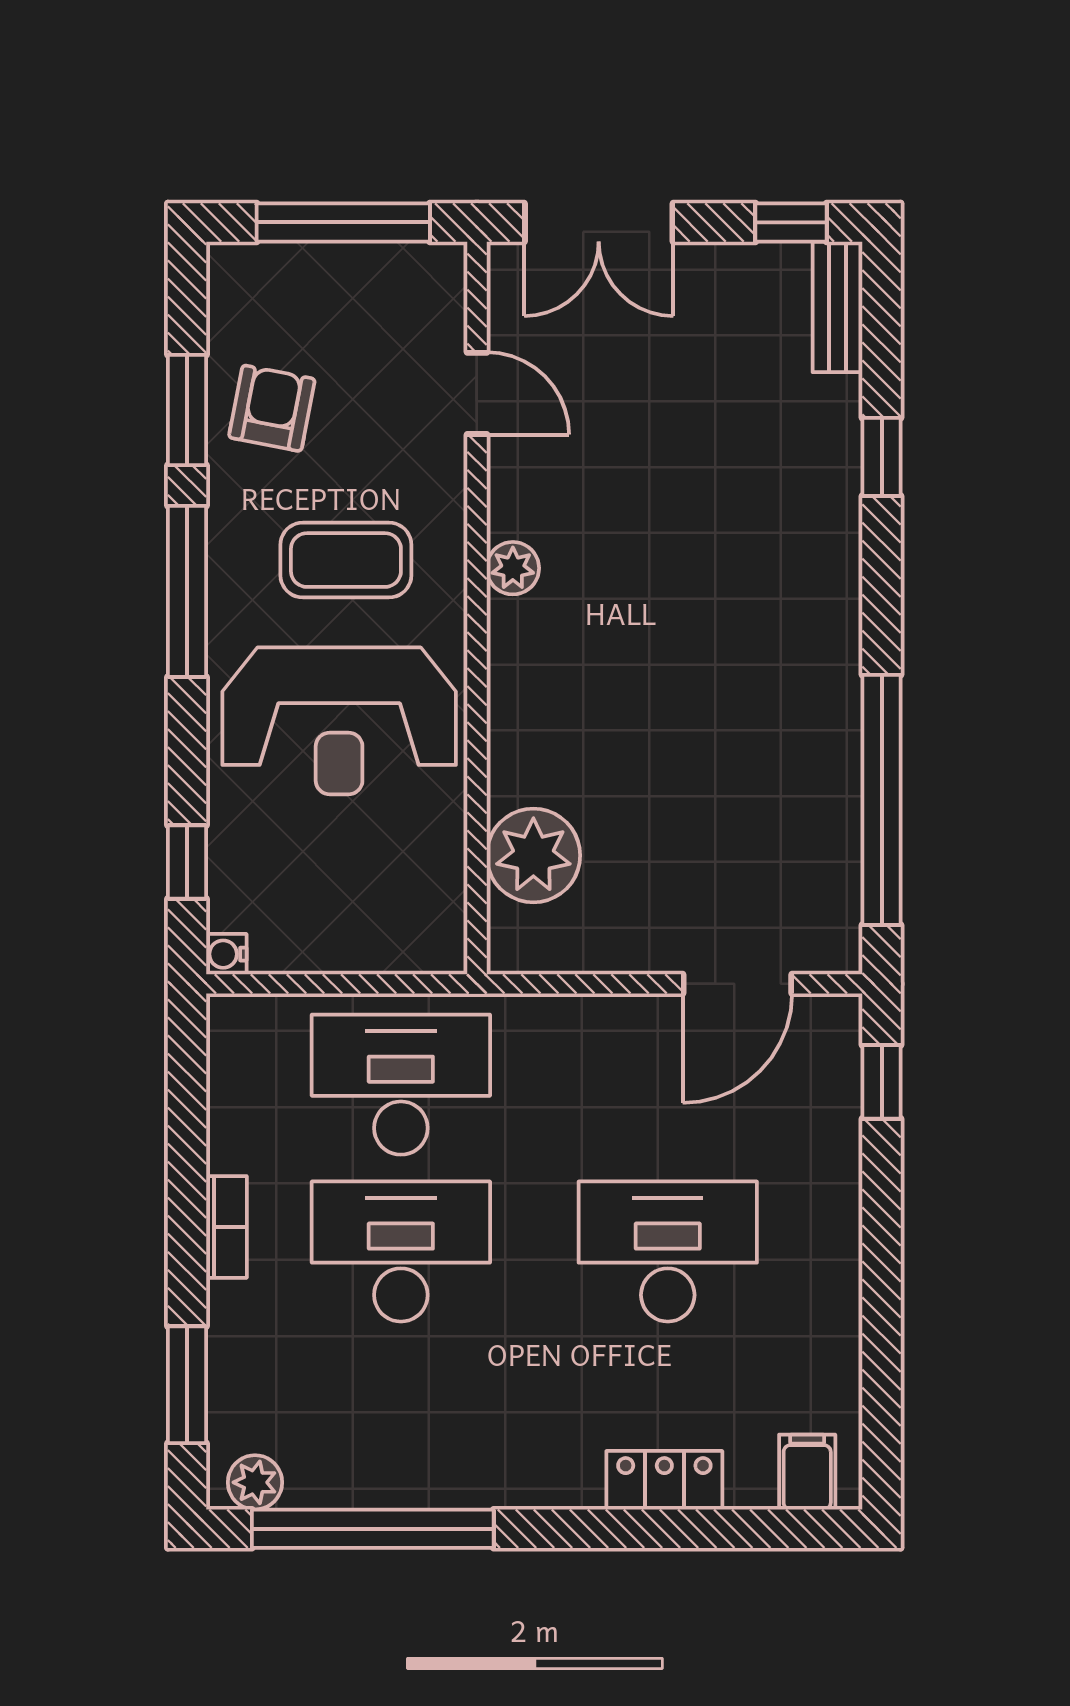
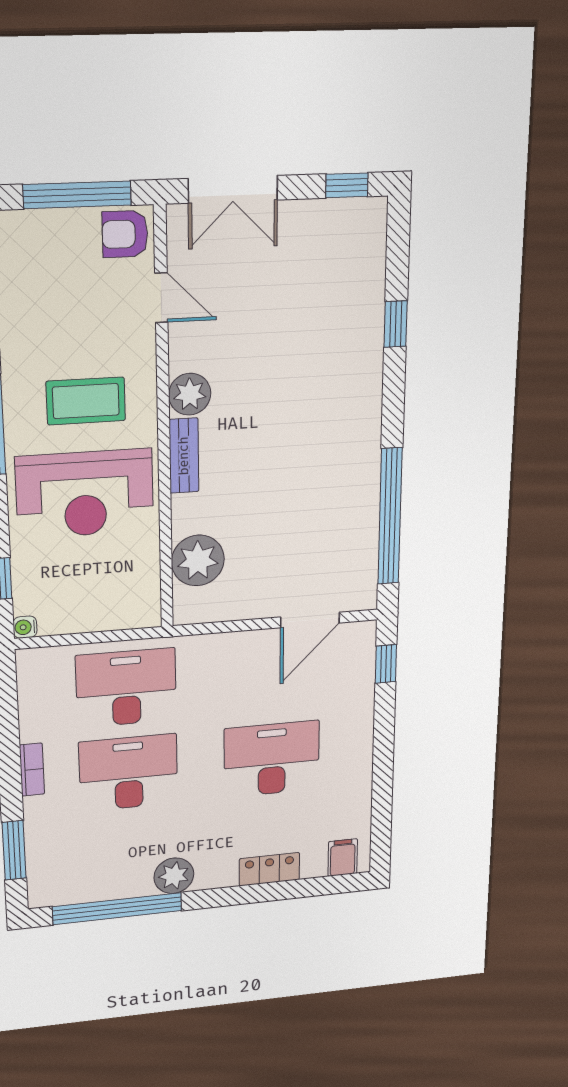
bench: (838, 307) -> (184, 456), moved
armchair: (272, 408) -> (125, 234), moved, turned -101
plant: (513, 568) -> (190, 394), width x1.38, depth x1.38
plant: (255, 1482) -> (174, 876), moved, width x1.38, depth x1.38

